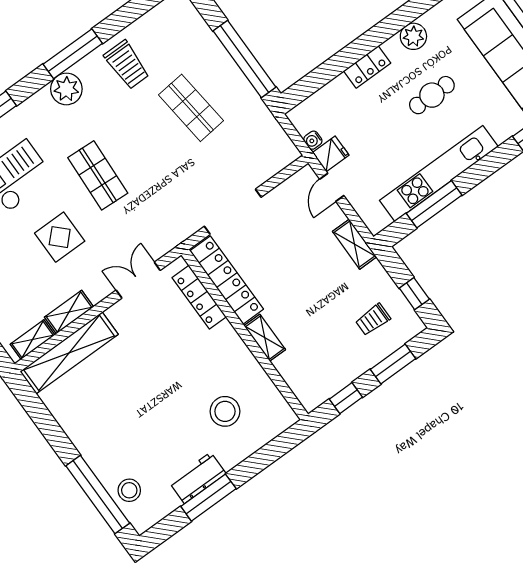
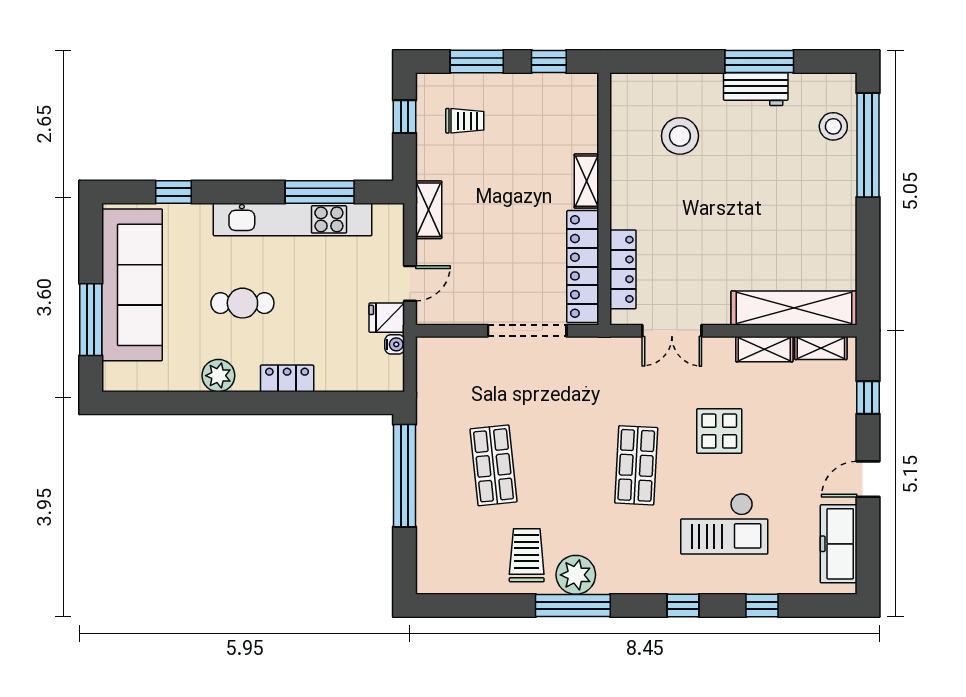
plant: (66, 89) -> (576, 575), moved

